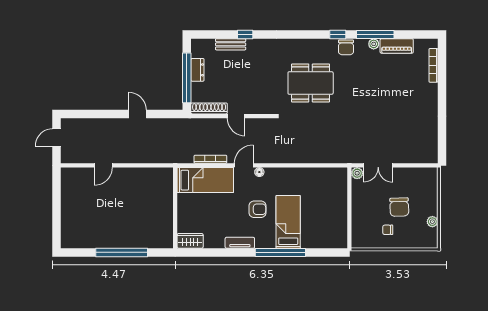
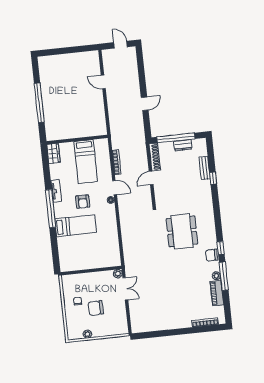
double door: (378, 165) -> (125, 289), swing flipped
bed: (205, 180) -> (86, 162), moved
window: (280, 252) -> (51, 209), moved

